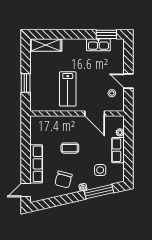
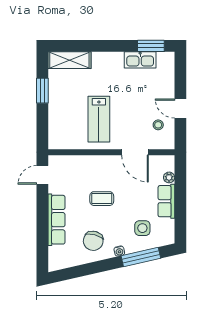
window: (26, 83) -> (42, 91), moved
door: (26, 190) -> (42, 175), moved

